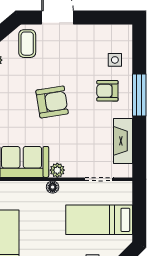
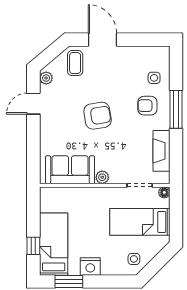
floor lamp: (53, 187) -> (164, 192), moved

